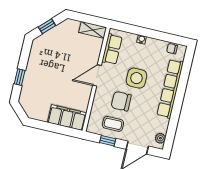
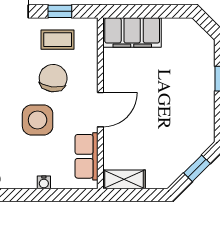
chair: (121, 101) -> (53, 78), turned -83

